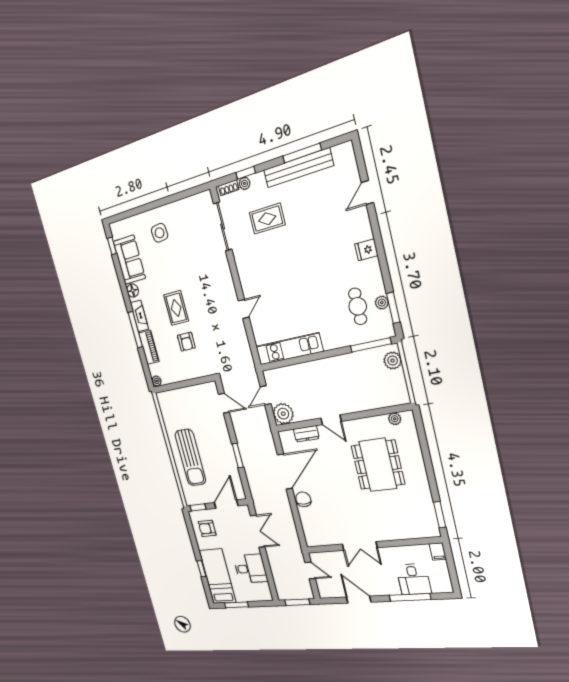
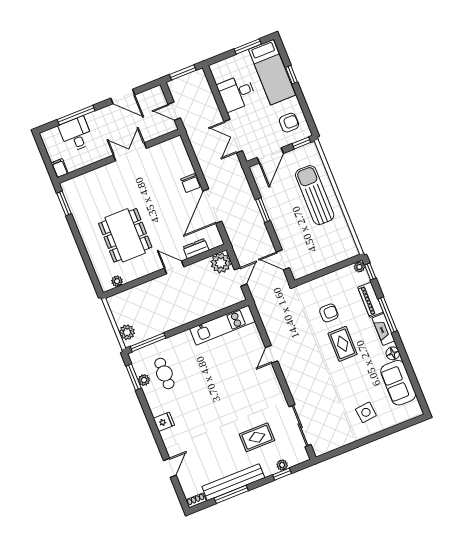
shoe rack: (229, 188) -> (196, 500), moved
window: (112, 246) -> (370, 272), moved
armchair: (186, 342) -> (329, 313), turned 90

